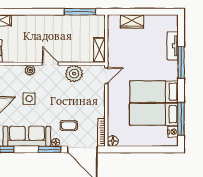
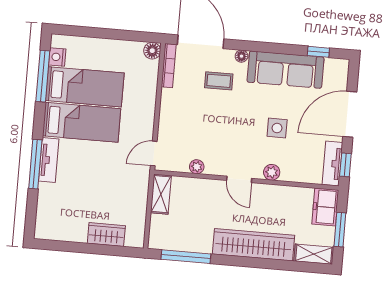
wardrobe: (38, 23) -> (253, 245), added
tv unit: (173, 46) -> (49, 160), moved
plant: (74, 74) -> (197, 167), width x0.53, depth x0.53
window: (50, 149) -> (252, 46), removed

